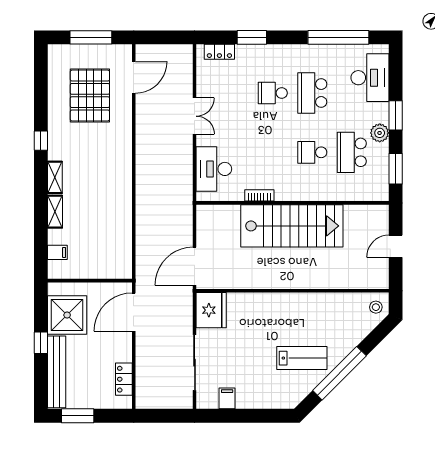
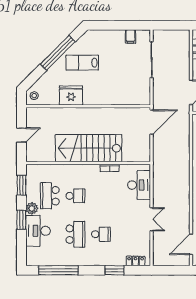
desk: (370, 78) -> (38, 231), moved
double door: (195, 116) -> (152, 219), swing flipped
school desk: (352, 152) -> (50, 196), turned 180
fridge: (211, 310) -> (71, 95), moved, turned 90

